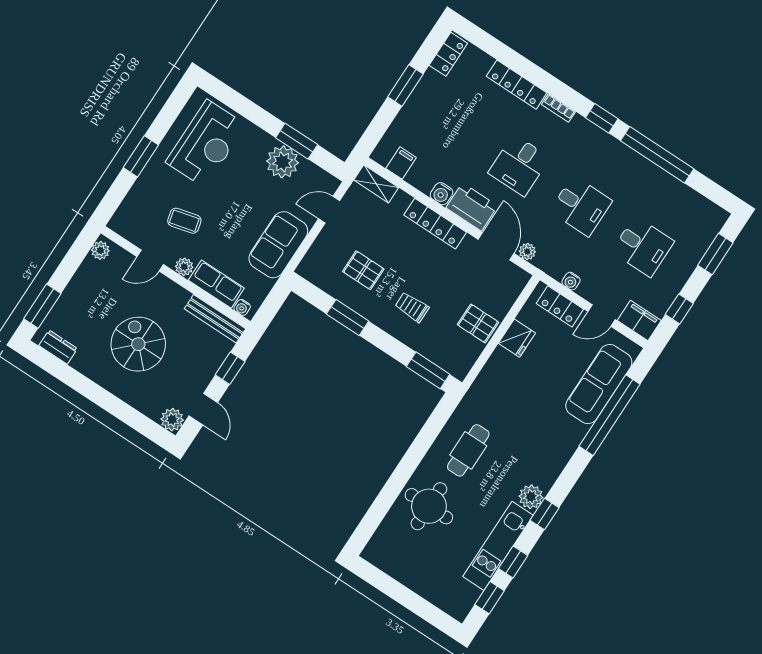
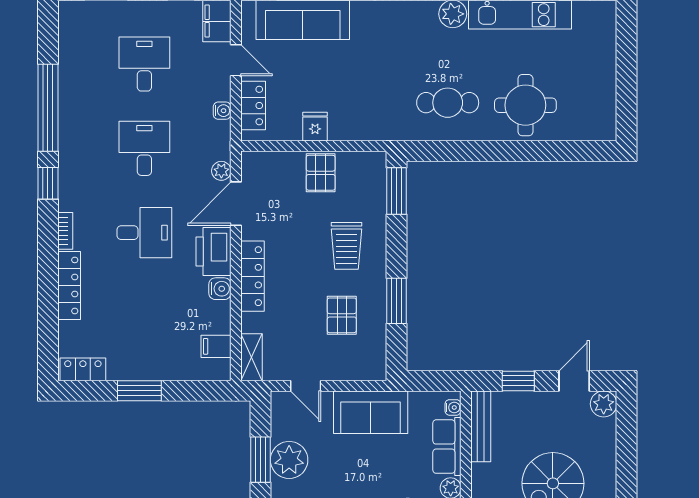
trolley: (412, 307) -> (346, 246), width x1.36, depth x1.39
fridge: (517, 338) -> (315, 127), width x0.72

